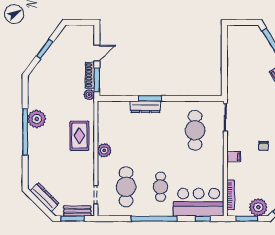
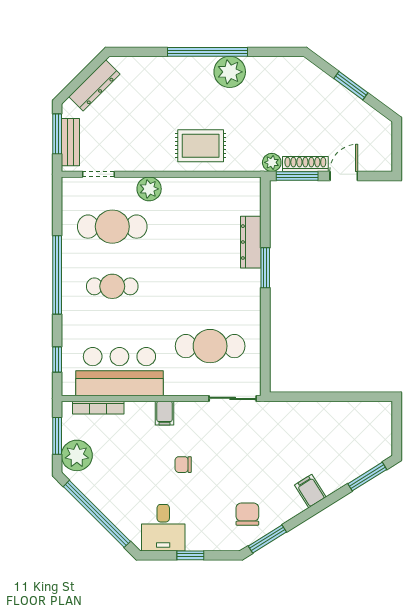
door: (97, 53) -> (344, 176), swing flipped
dresser: (145, 107) -> (251, 242), moved
plant: (104, 150) -> (149, 189), moved
bar counter: (199, 202) -> (119, 372), moved, turned -90

